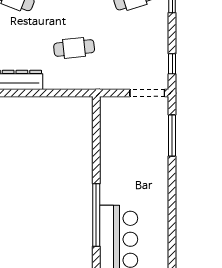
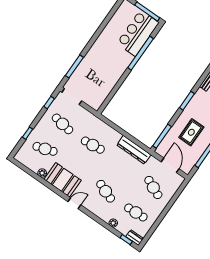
cafe table: (134, 48) -> (63, 124), added

